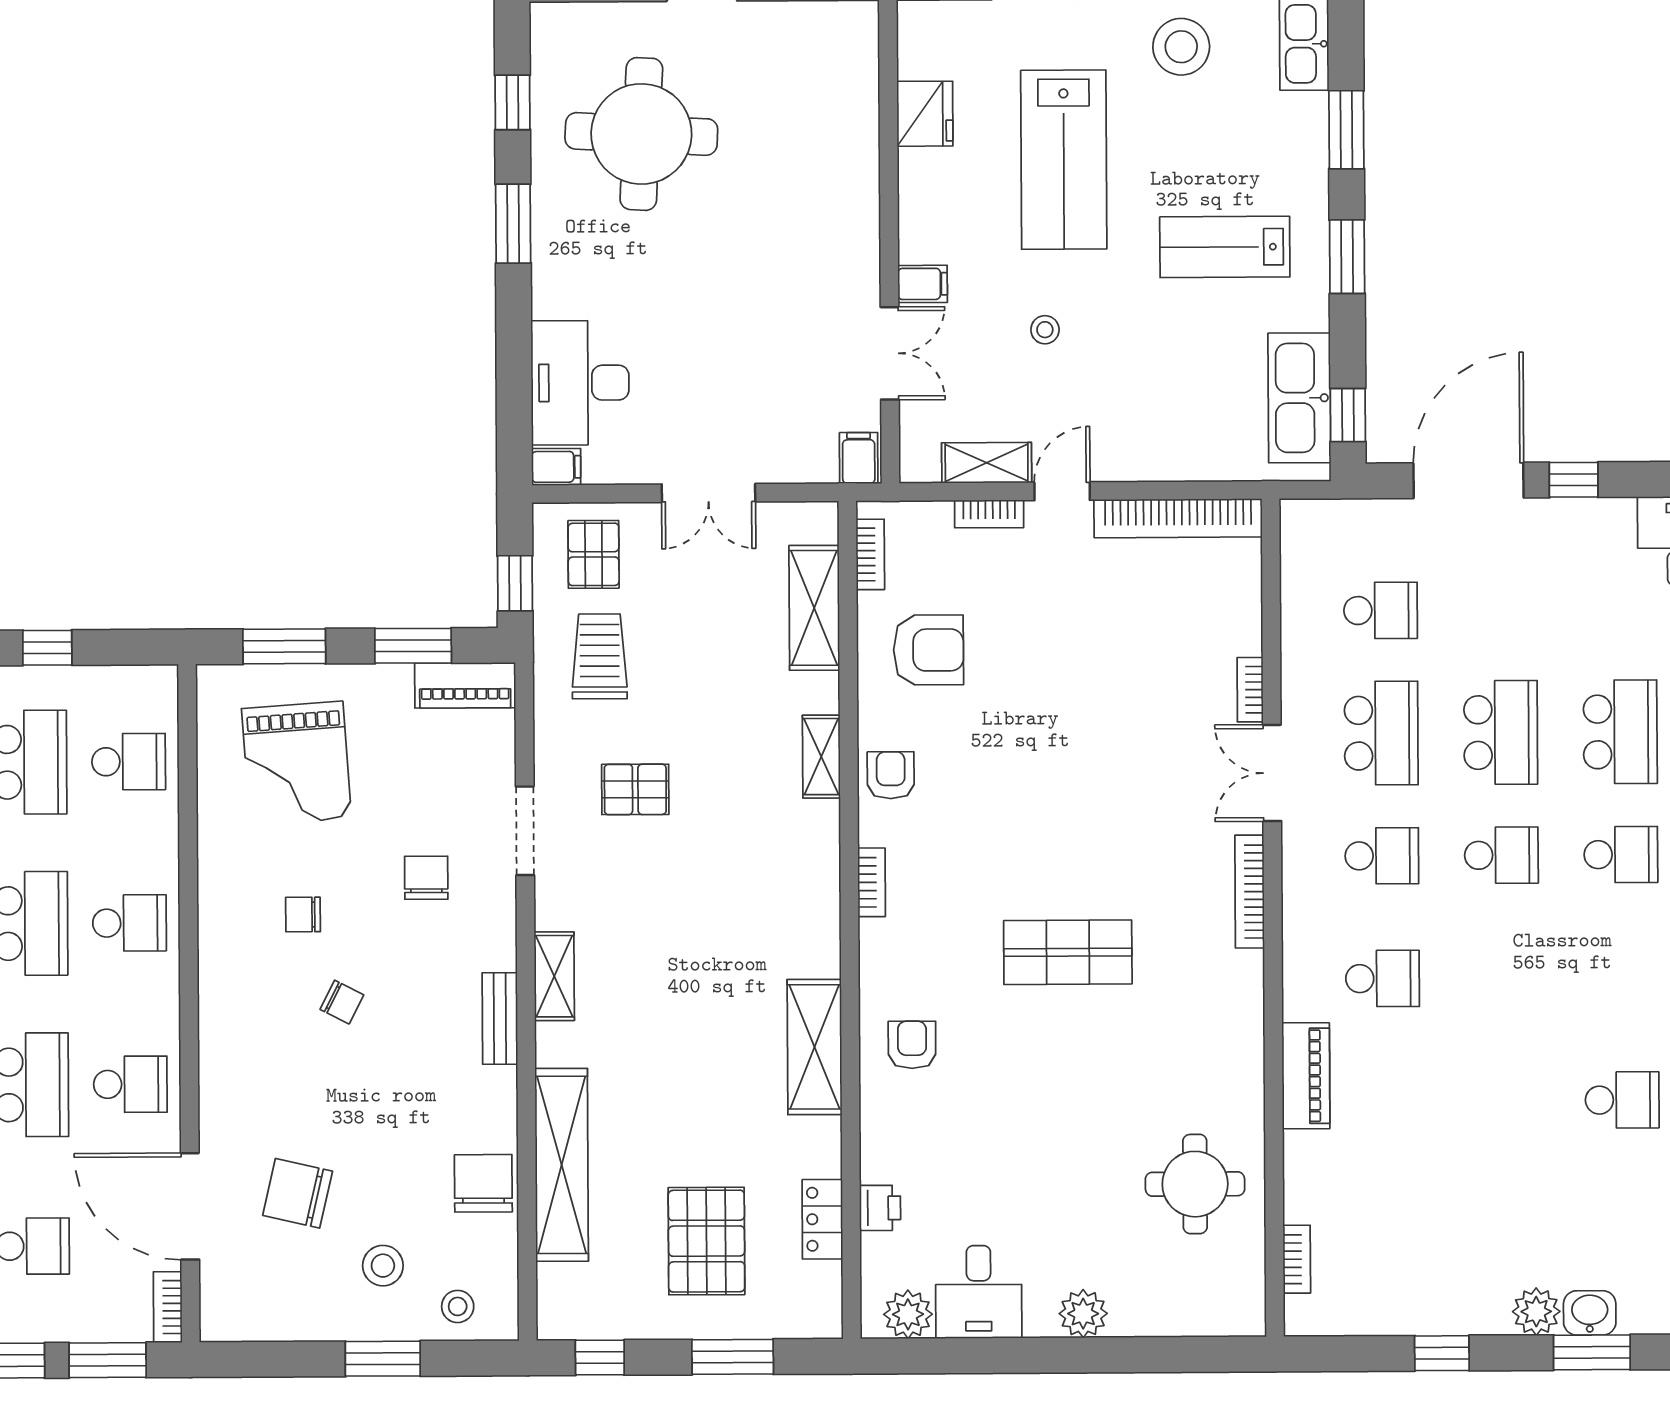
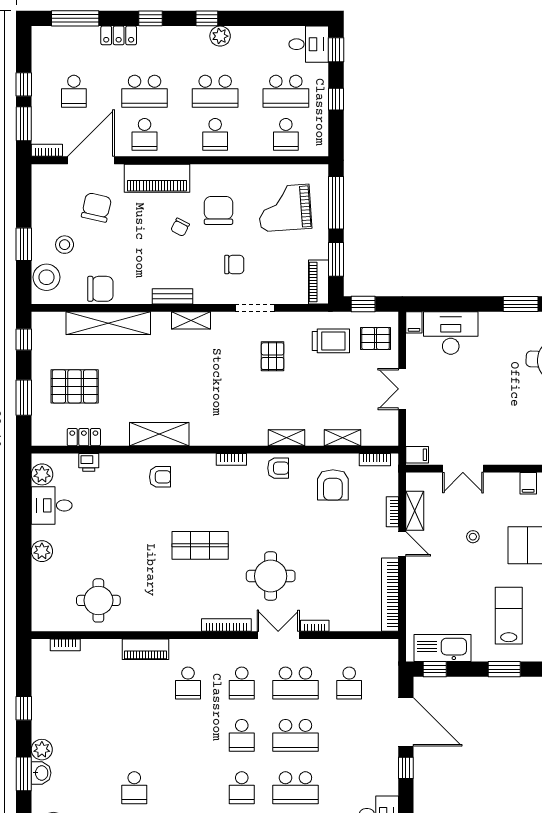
filing cabinet: (923, 284) -> (528, 483), moved
shelving: (814, 608) -> (342, 438), width x0.67, depth x0.75
window: (284, 646) -> (336, 203), width x1.44
round table: (1137, 791) -> (271, 576), added
chair: (303, 914) -> (218, 210), width x1.87, depth x1.87
shop shelf: (1068, 952) -> (200, 545), turned 90
piano: (230, 1055) -> (157, 178), added
stool: (458, 1306) -> (46, 277), width x1.89, depth x1.89

